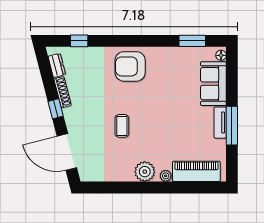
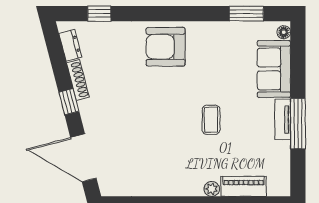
coffee table: (122, 126) -> (211, 120), moved
piano: (196, 171) -> (244, 186), width x0.73, depth x0.75
plant: (145, 172) -> (185, 183), removed

